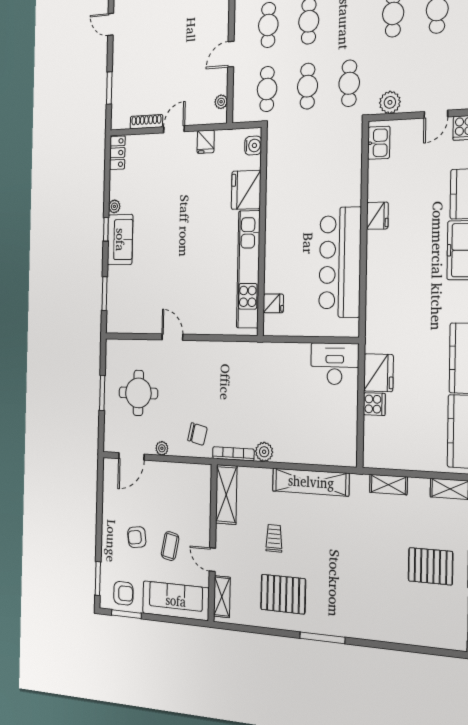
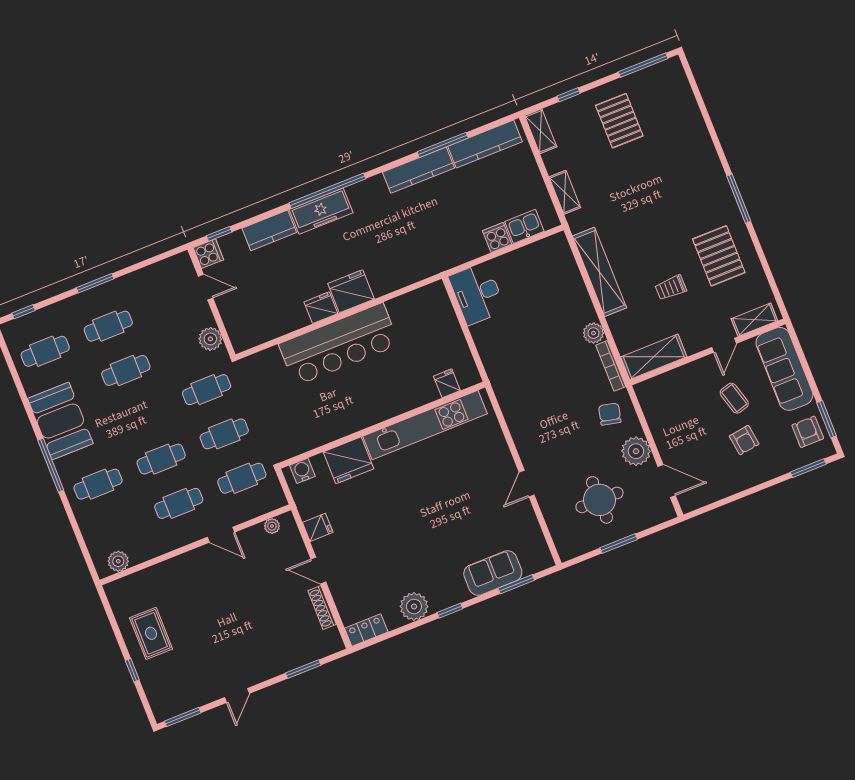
kitchen sink: (379, 143) -> (524, 226), moved
plant: (114, 206) -> (414, 606), width x1.87, depth x1.87
sofa: (120, 240) -> (493, 573), moved
bar counter: (340, 262) -> (339, 344), moved
fridge: (378, 373) -> (351, 291), moved
plant: (162, 448) -> (636, 451), width x1.88, depth x1.88
coffee table: (170, 546) -> (734, 398), turned 63

